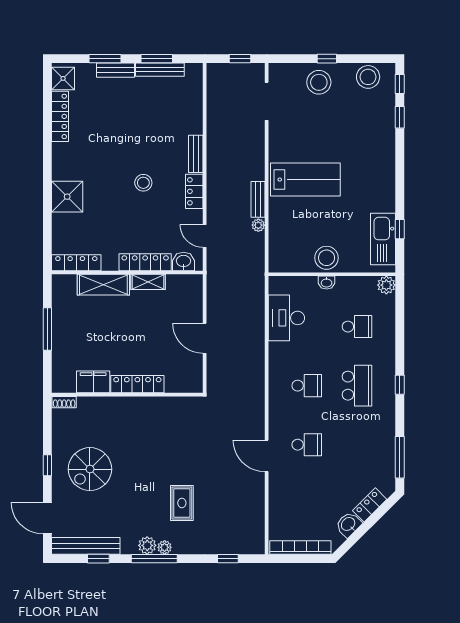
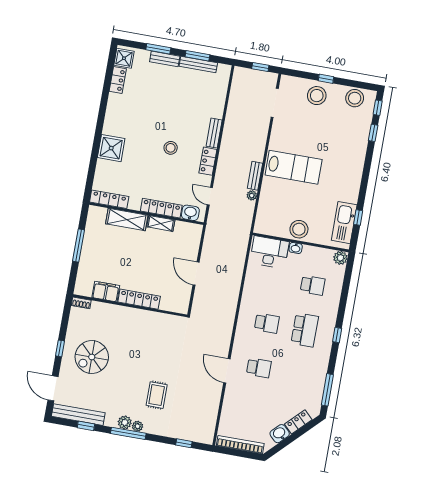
locker: (60, 116) -> (118, 80), width x0.66
desk: (286, 318) -> (269, 252), moved, turned 90

